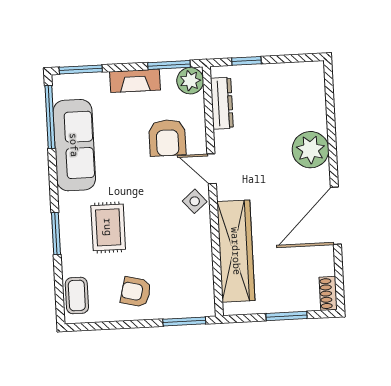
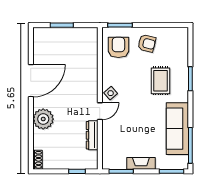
plant: (190, 81) -> (110, 162), removed
dresser: (222, 103) -> (92, 135), moved
armchair: (167, 138) -> (118, 47), moved
door: (212, 169) -> (100, 111), hinge flipped
wardrobe: (236, 251) -> (89, 64), removed
shoe rack: (328, 293) -> (37, 160), moved
coffee table: (77, 295) -> (180, 43), removed

